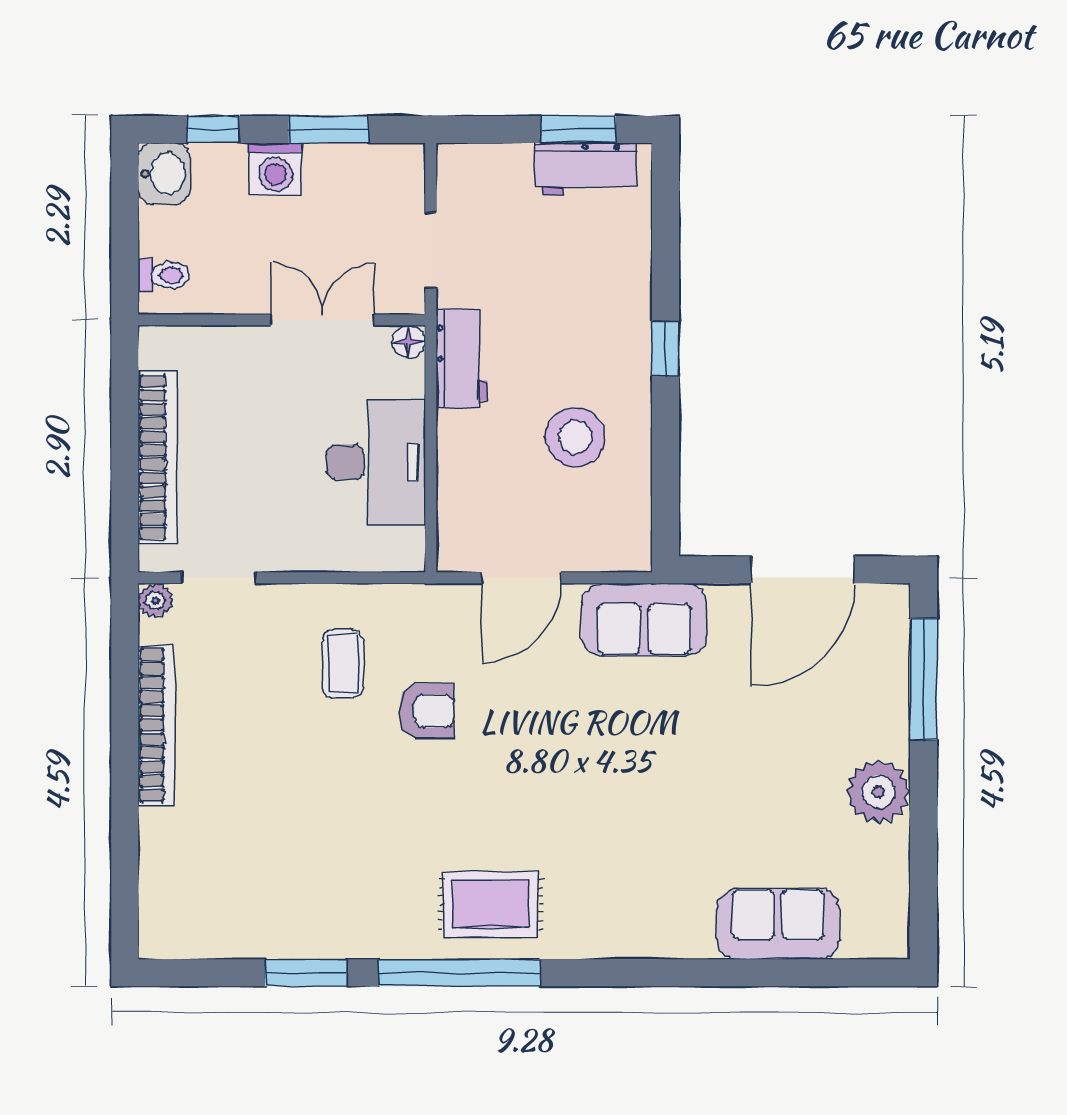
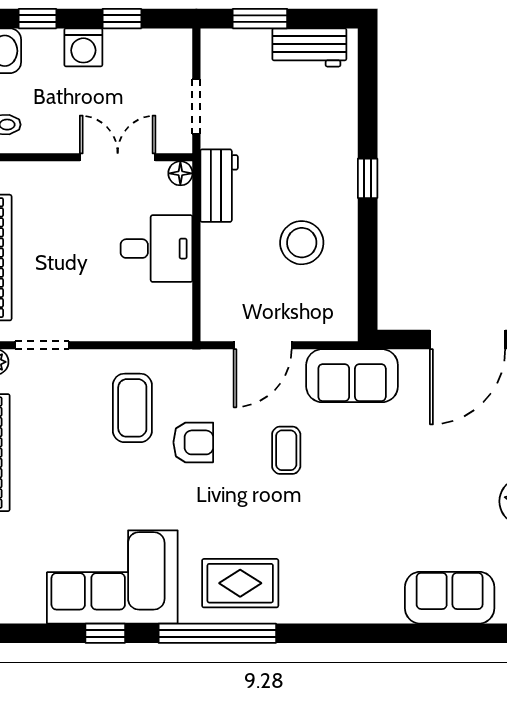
window: (328, 129) -> (122, 19), width x0.67
window: (579, 129) -> (260, 19), moved
desk: (376, 462) -> (156, 249), width x0.73
coffee table: (343, 664) -> (132, 408), width x1.36, depth x1.30
coffee table: (554, 722) -> (286, 450), added
corner sofa: (315, 895) -> (112, 577), added
window: (306, 973) -> (105, 633), width x0.67

